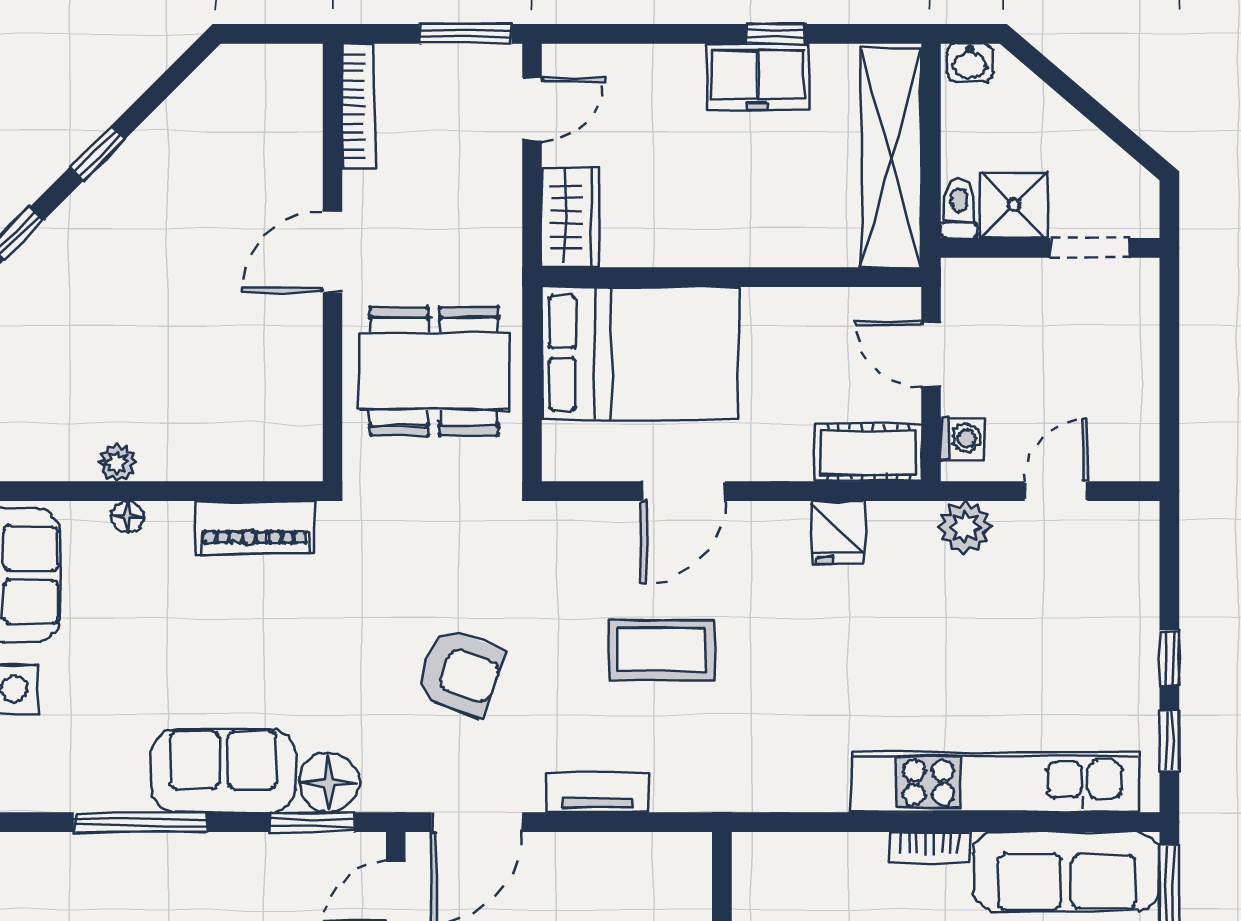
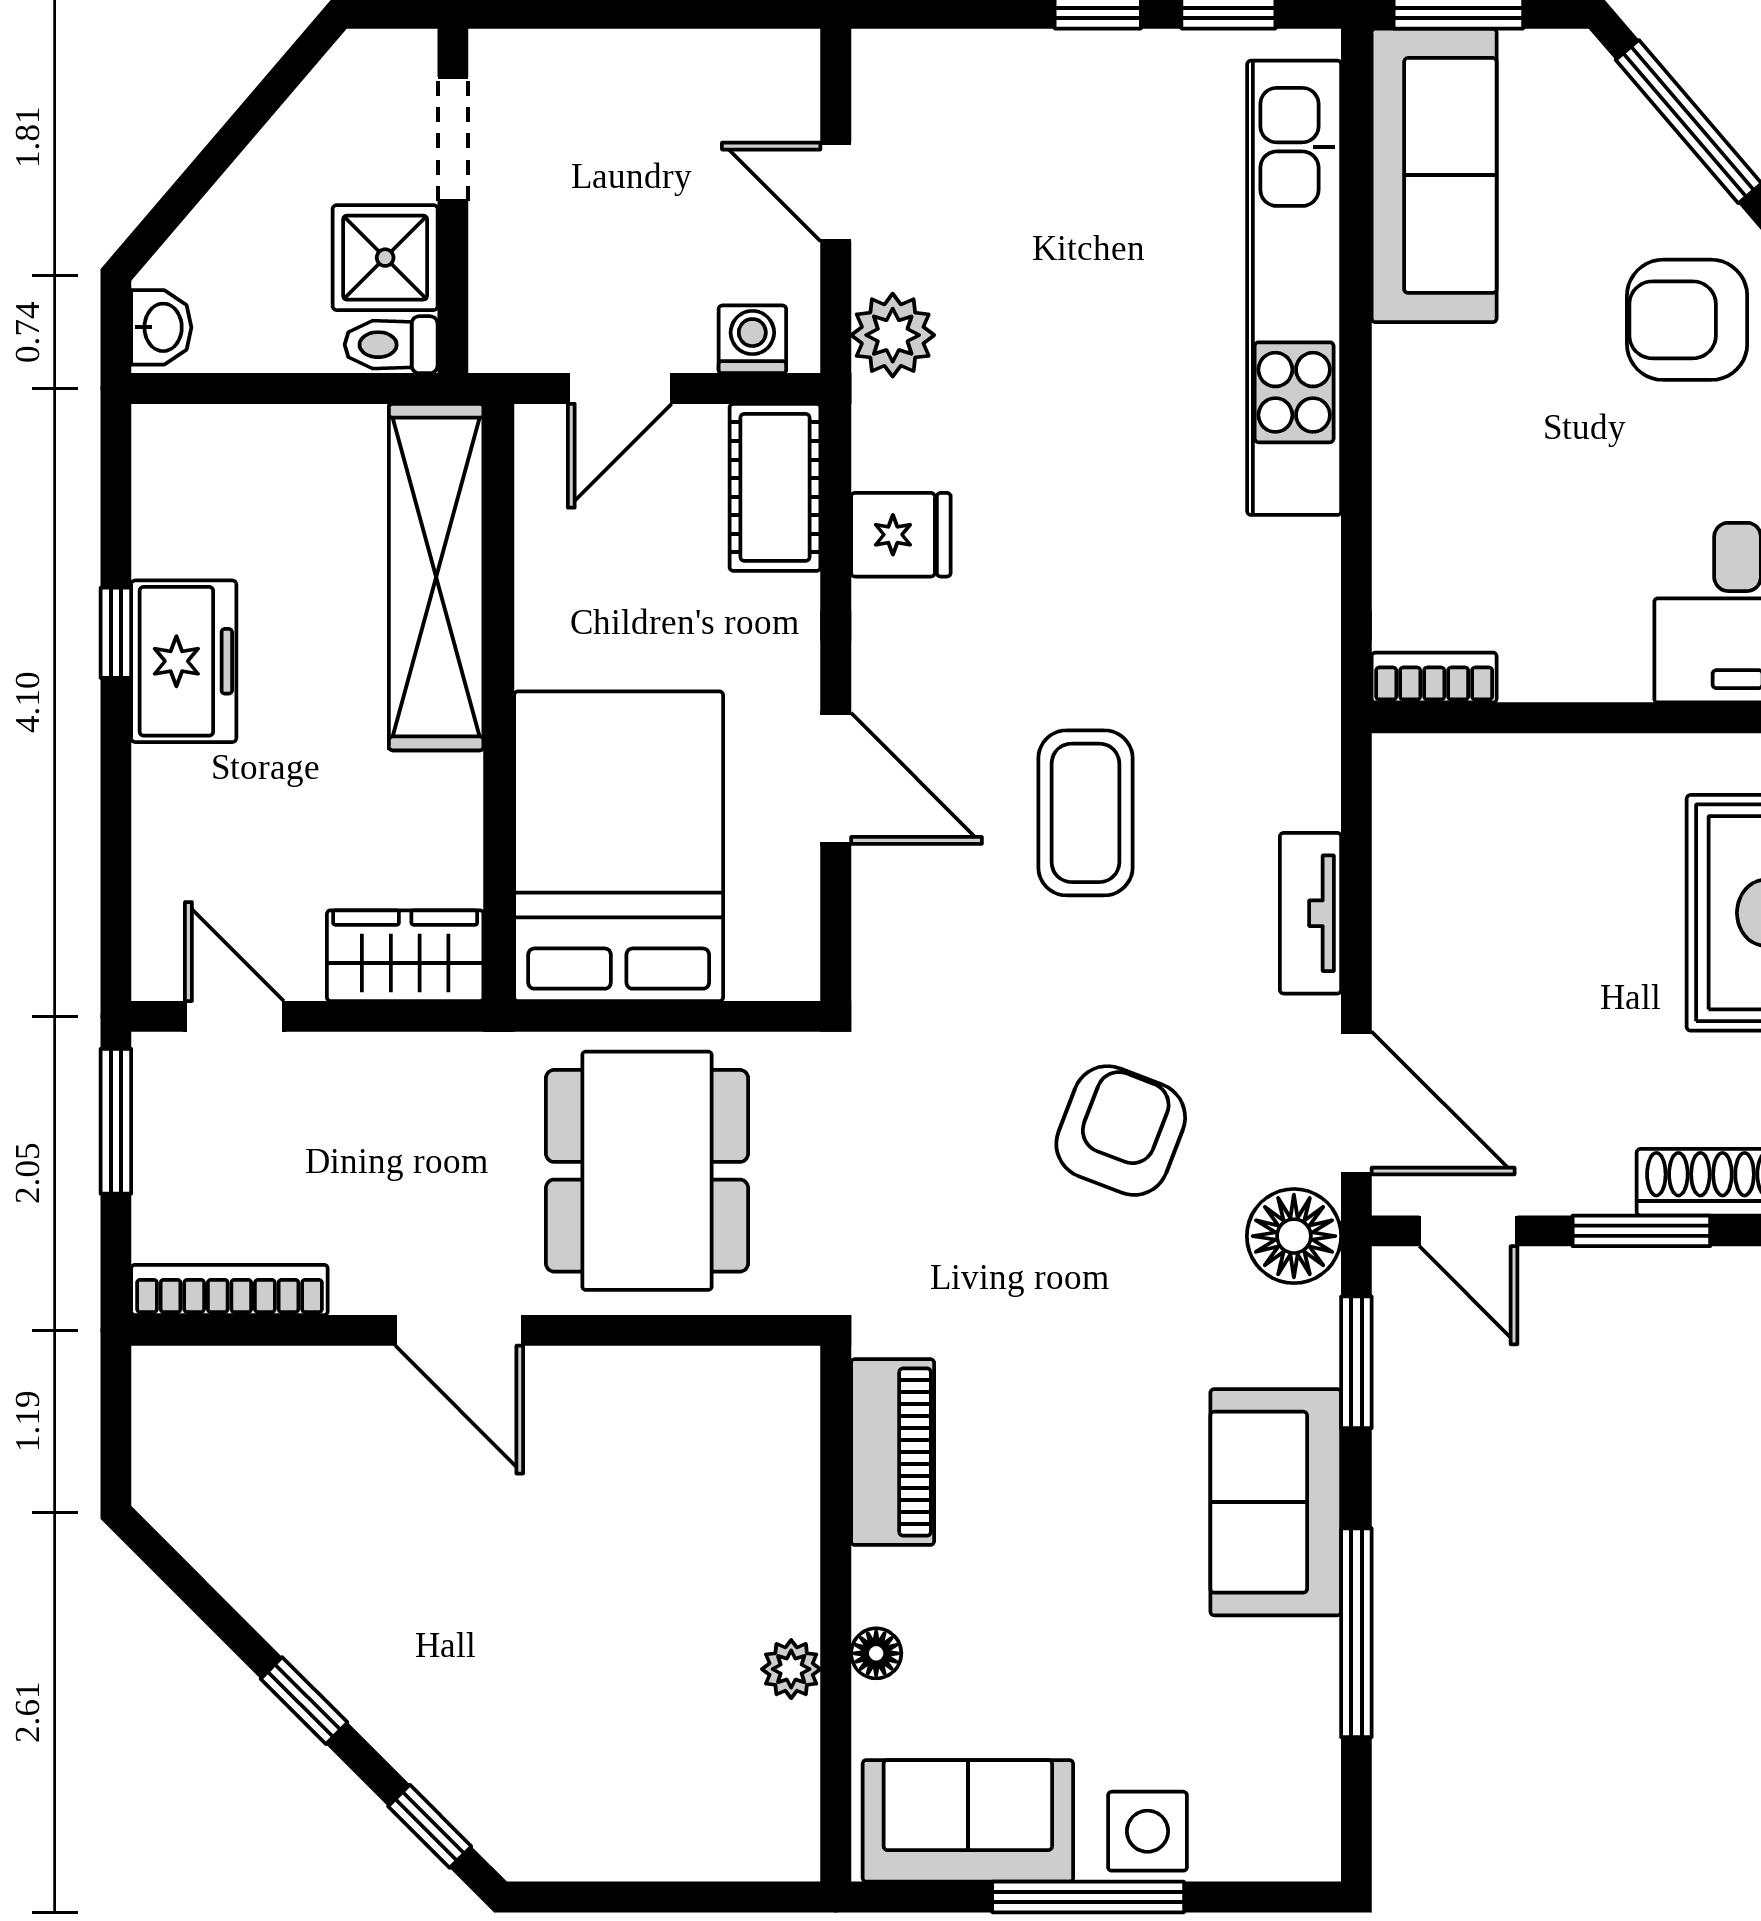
shelving: (891, 157) -> (436, 577), moved, turned 90
floor lamp: (329, 782) -> (1294, 1236), moved
bookcase: (930, 848) -> (1434, 677), moved, turned -90

